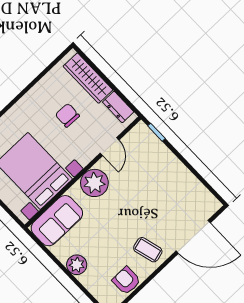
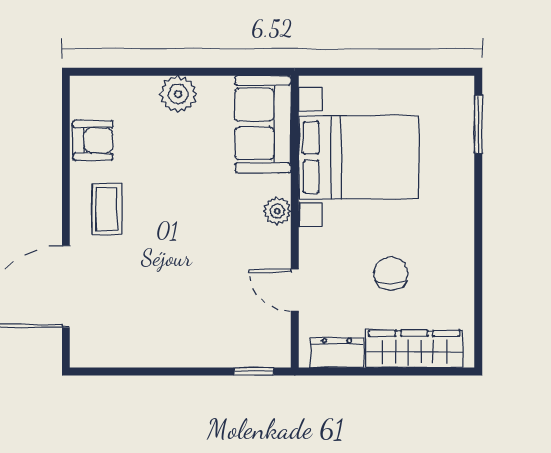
chair: (67, 115) -> (391, 274), turned -92
plant: (94, 183) -> (277, 211), width x0.53, depth x0.53
coffee table: (148, 250) -> (107, 209), turned -75

